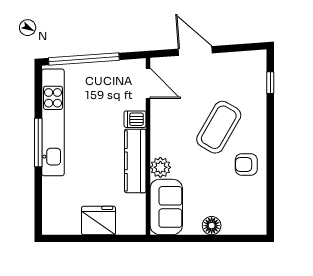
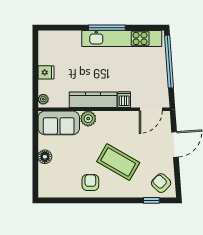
armchair: (247, 70) -> (161, 183), added
fridge: (99, 220) -> (46, 72), width x0.53, depth x0.75
plant: (135, 228) -> (43, 99), added

